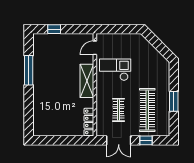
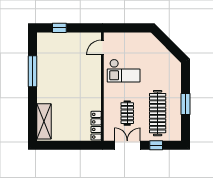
checkout: (115, 70) -> (124, 71), turned 180
shelving: (87, 81) -> (44, 121), moved
double door: (119, 140) -> (127, 145), swing flipped

